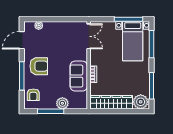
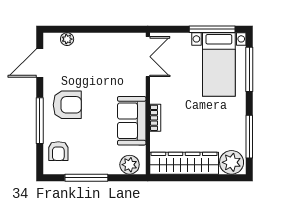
plant: (62, 103) -> (130, 165), moved

